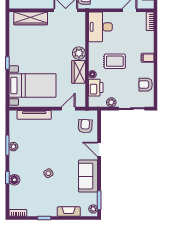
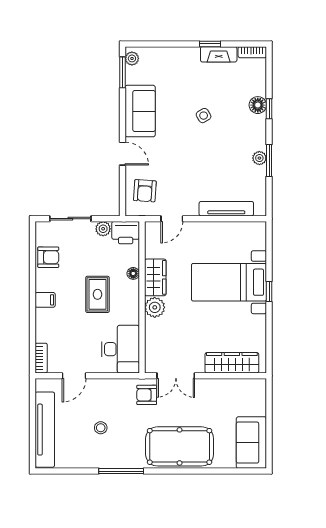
rug: (115, 61) -> (97, 294), turned 90
bed with nightstands: (32, 86) -> (229, 282), moved
printer: (96, 88) -> (126, 233), moved, turned -90
fireplace: (69, 212) -> (219, 54), moved

